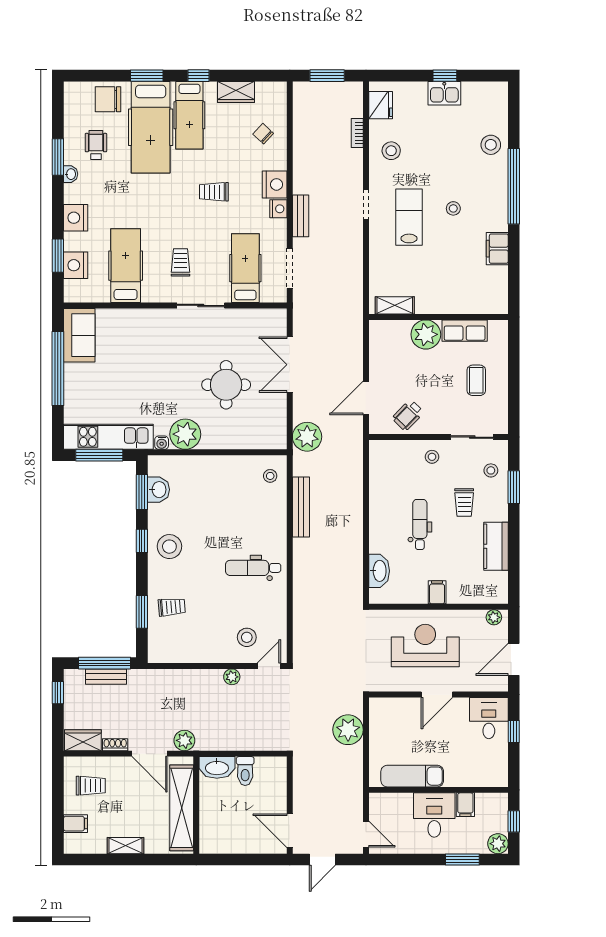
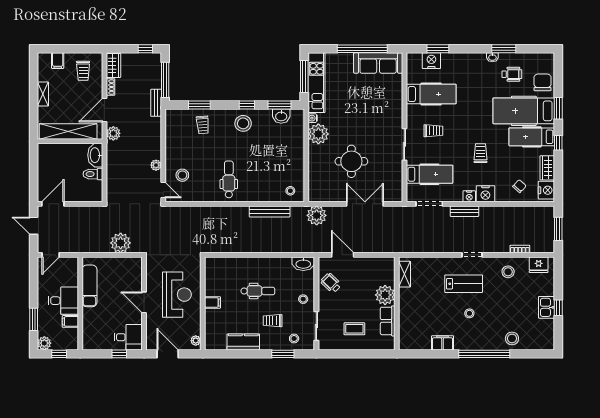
nightstand: (76, 218) -> (546, 190), moved, turned 90
sofa: (79, 335) -> (378, 63), width x1.36
washbasin: (379, 571) -> (303, 264), moved
bench: (106, 677) -> (156, 103), moved

